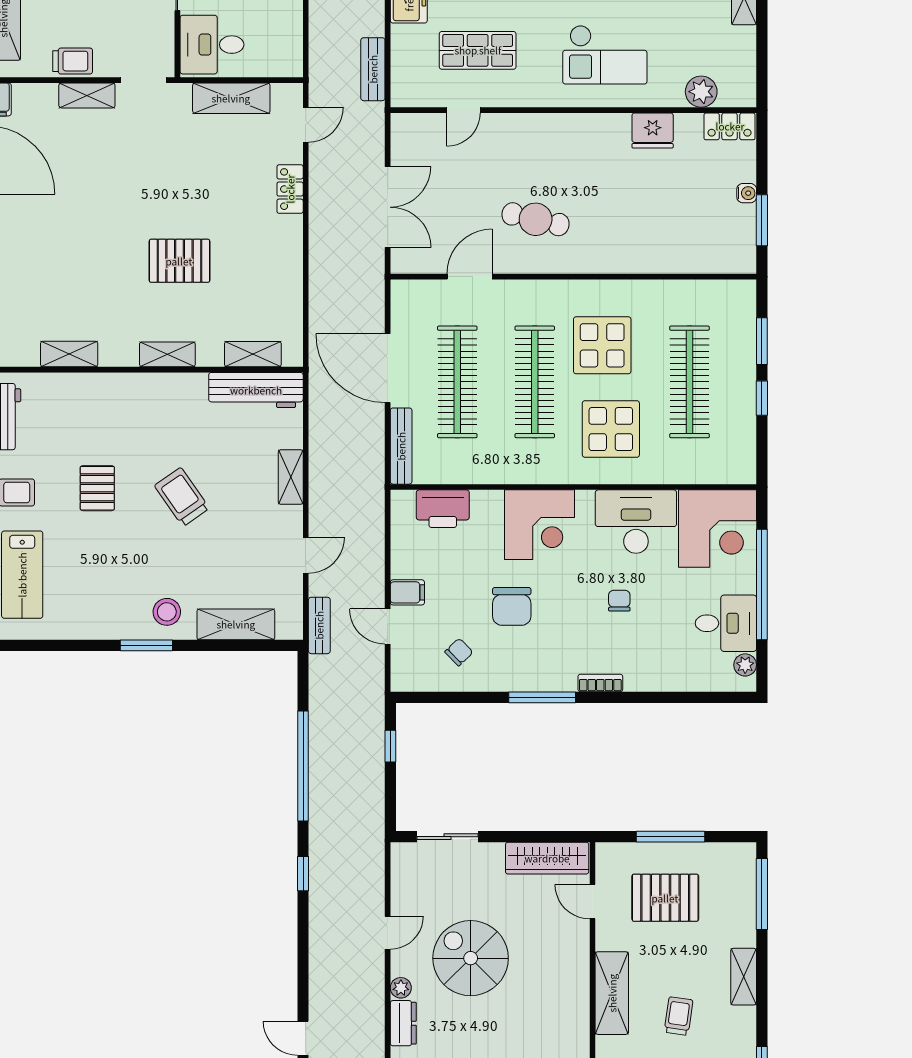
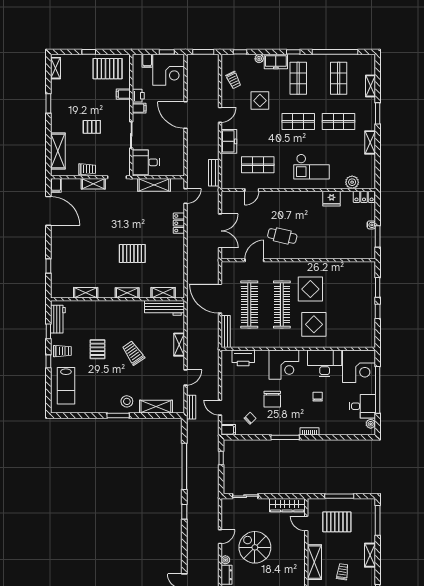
clothes rail: (690, 382) -> (347, 304), removed
filing cabinet: (407, 592) -> (228, 430), moved

